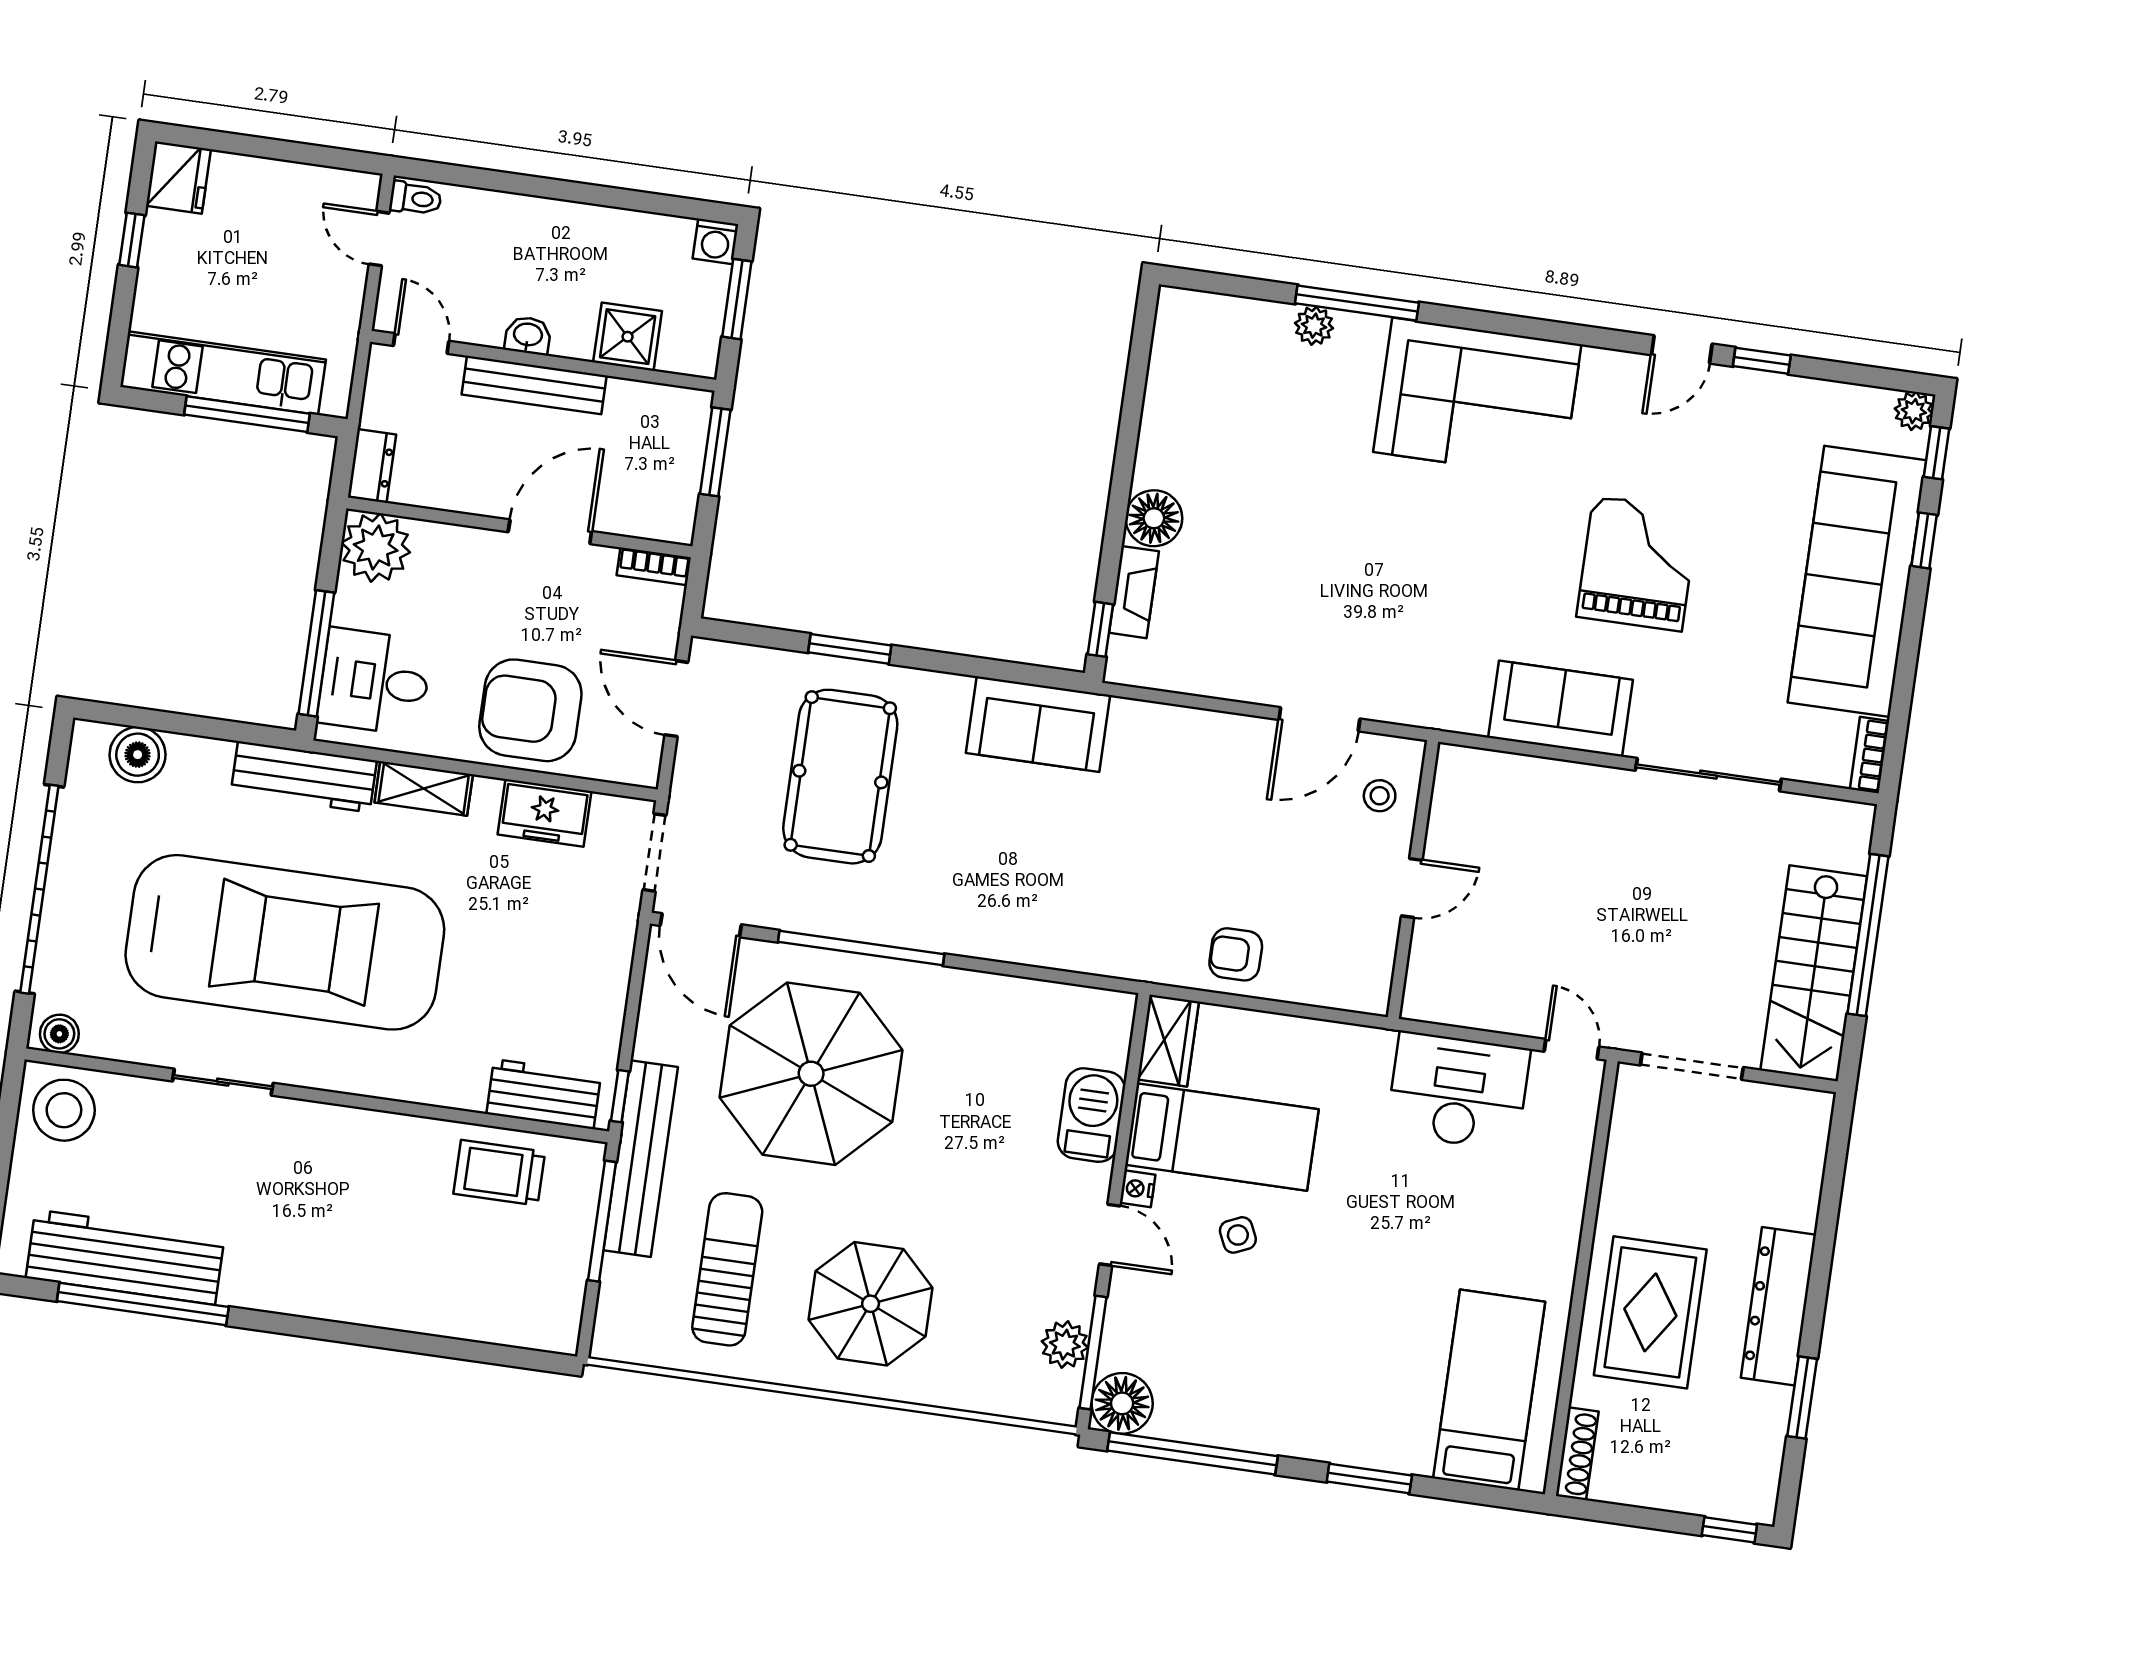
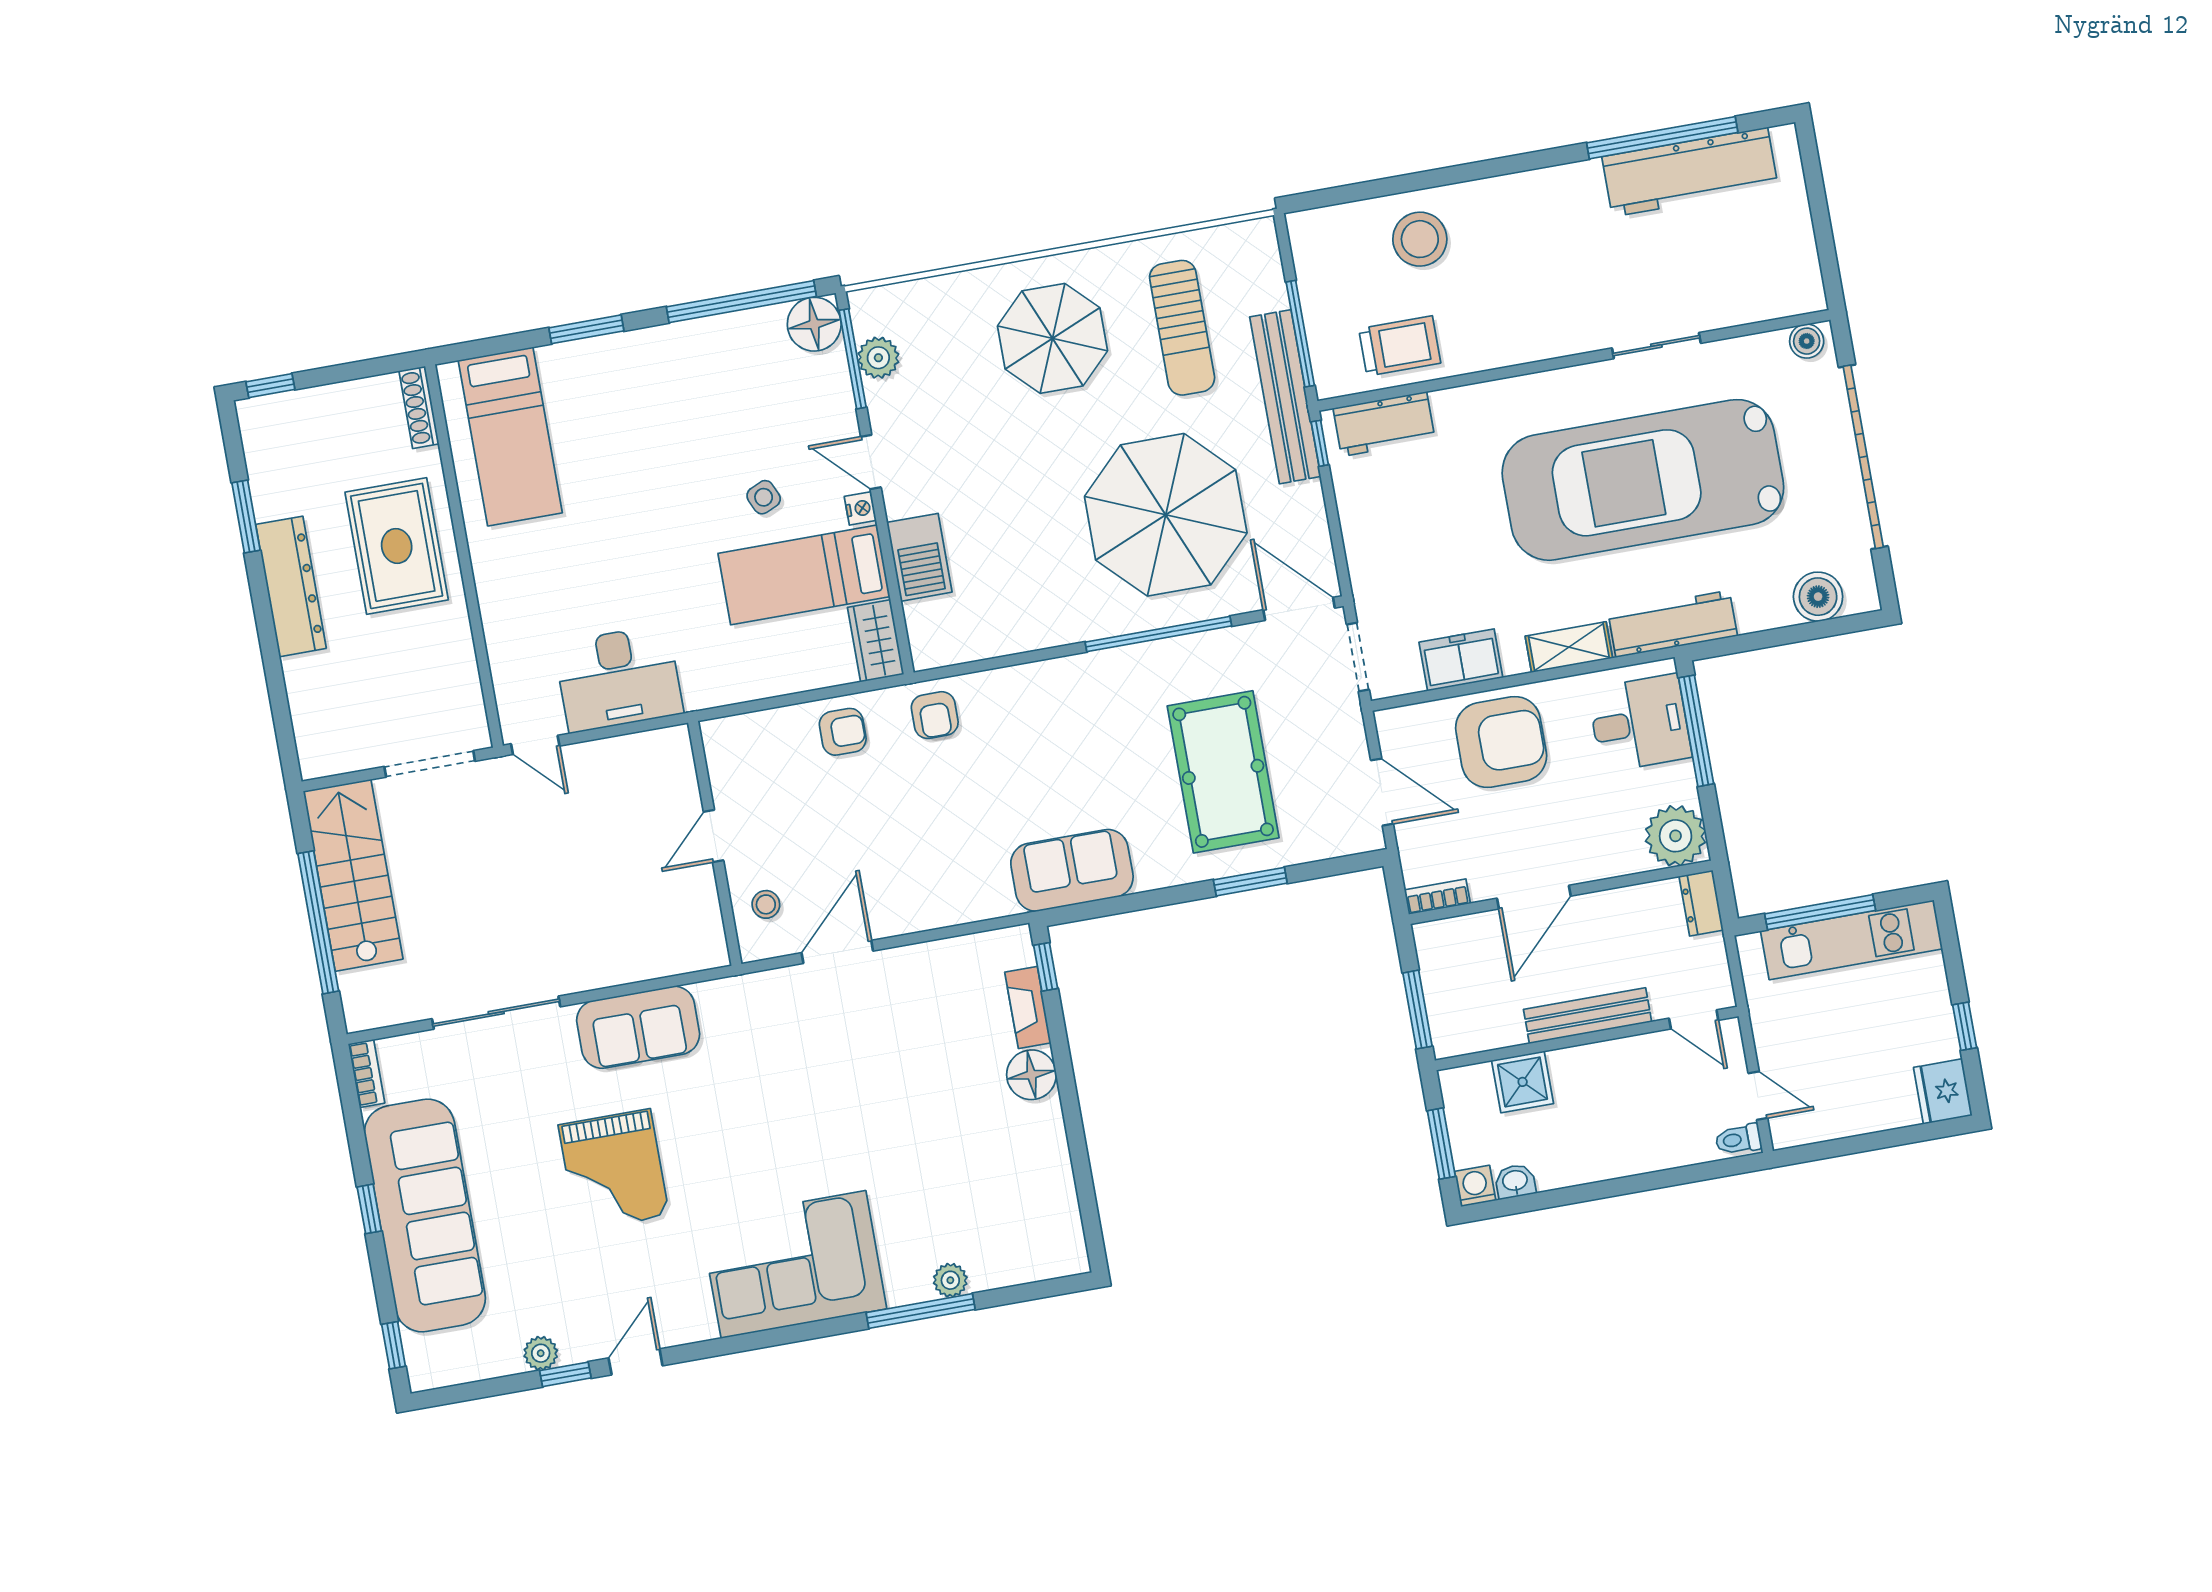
washbasin: (528, 335) -> (1515, 1181), moved, turned 180
plant: (1914, 411) -> (541, 1353), moved
window: (1924, 540) -> (369, 1209), moved
armchair: (1131, 940) -> (935, 715), added
stool: (64, 1110) -> (1420, 239), moved

